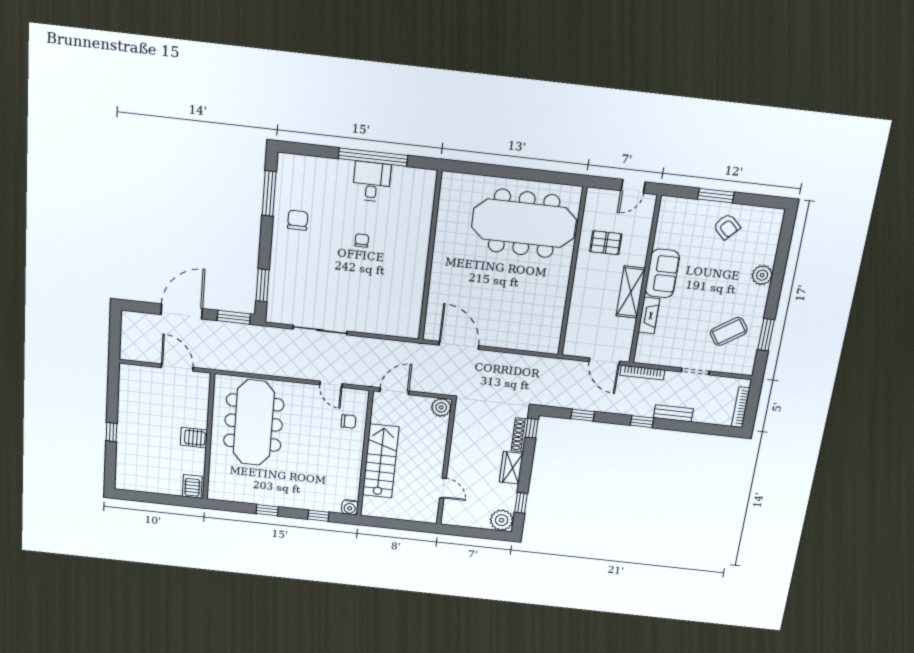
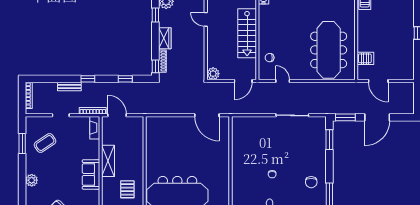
pallet: (606, 243) -> (127, 189), turned 90
fireplace: (649, 315) -> (95, 128), moved
server rack: (194, 438) -> (365, 58), moved

